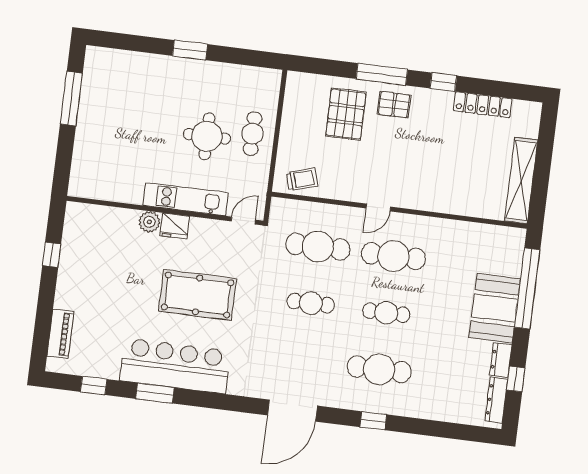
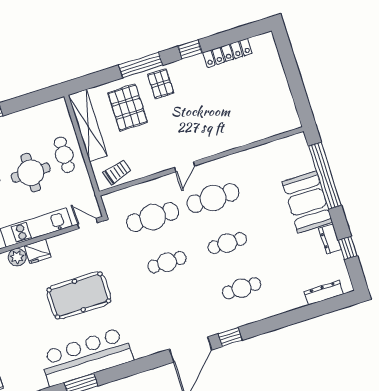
pallet: (394, 105) -> (161, 84), turned 90
shelving: (521, 181) -> (88, 126), moved
door: (243, 221) -> (87, 223), hinge flipped
cafe table: (379, 369) -> (242, 288), width x0.73, depth x0.74
dresser: (496, 400) -> (324, 293), moved, turned 90
window: (373, 421) -> (230, 337), moved

